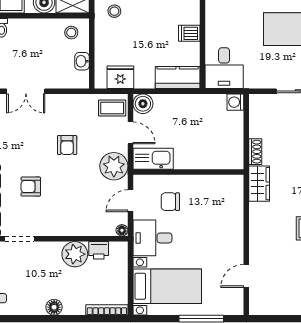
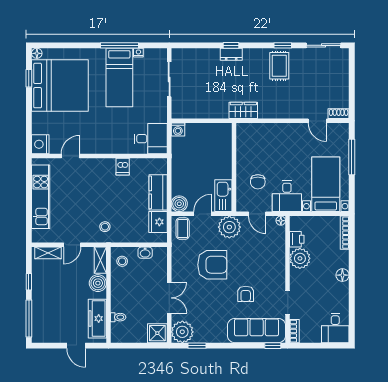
kitchen counter: (178, 77) -> (158, 192), moved
armchair: (67, 145) -> (212, 265), width x1.88, depth x1.88
shoe rack: (255, 152) -> (339, 114), moved

